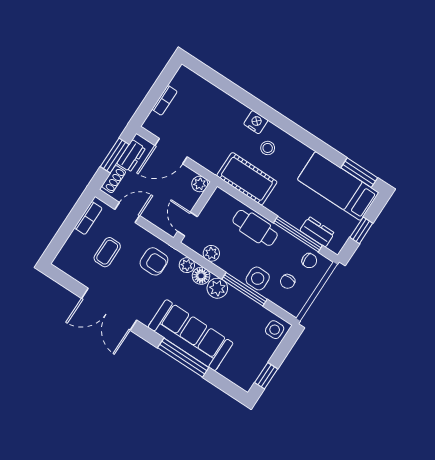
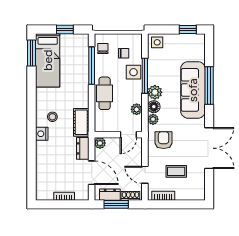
cot: (247, 179) -> (81, 122), width x0.73, depth x0.75
dresser: (317, 232) -> (83, 148), moved

